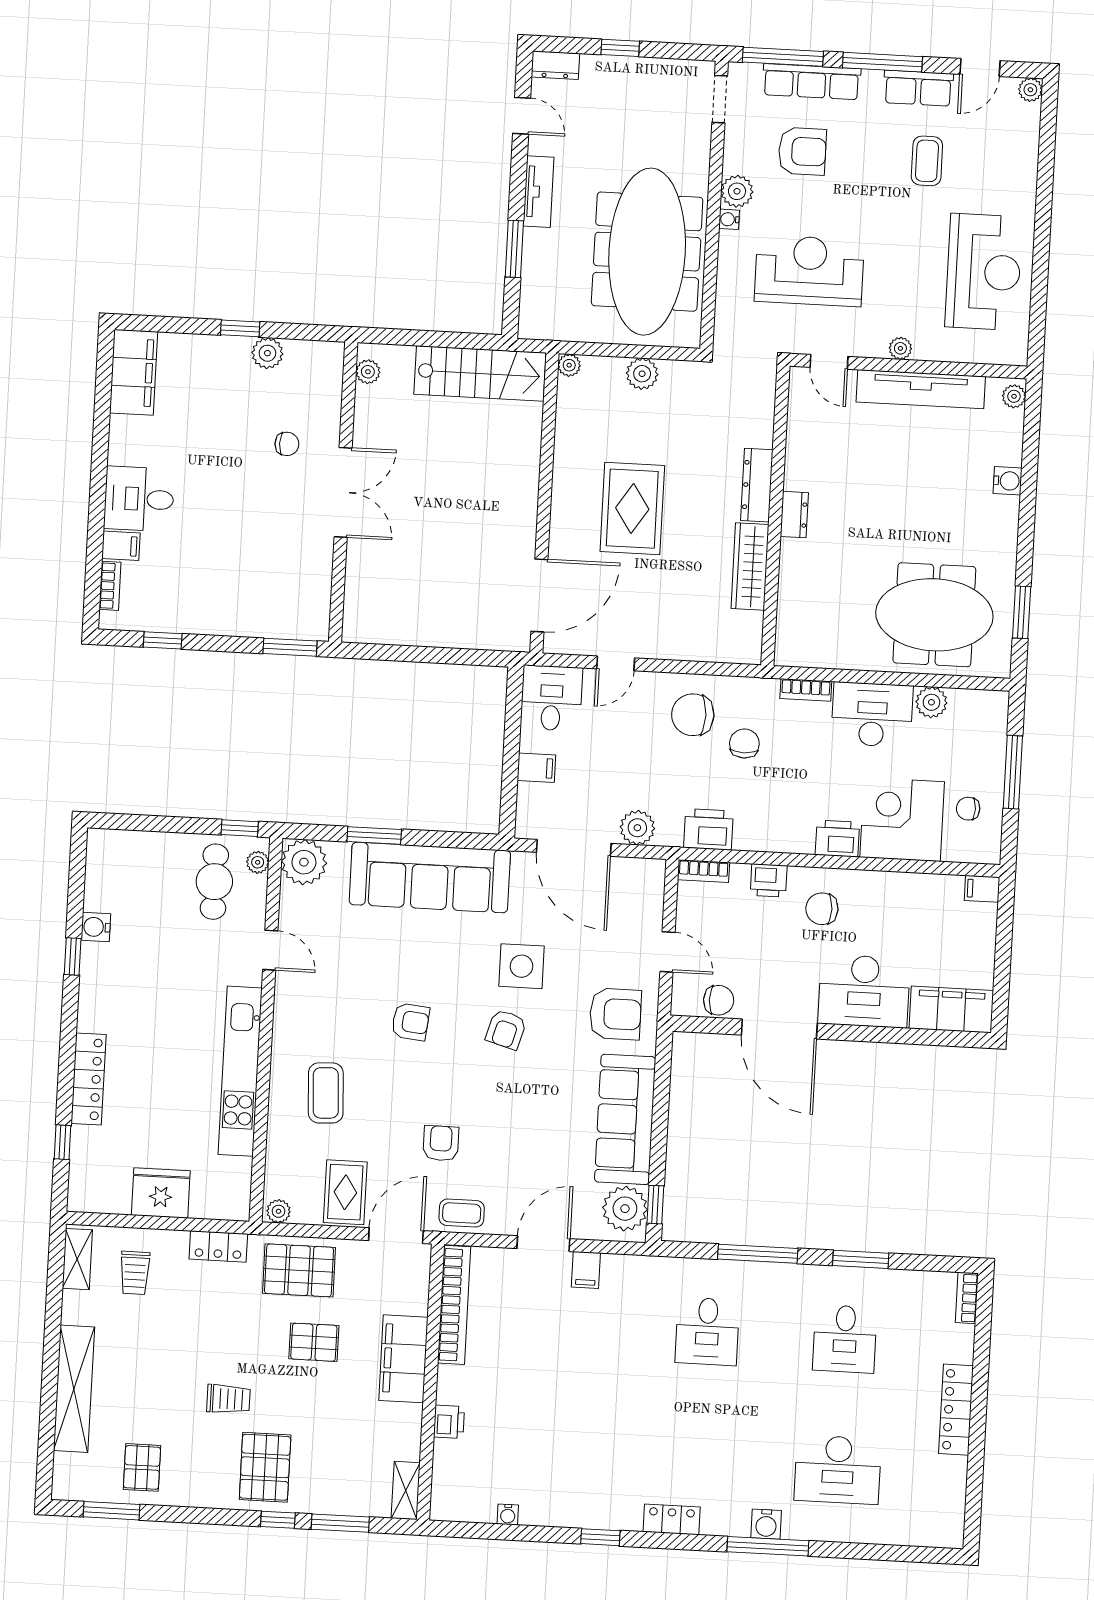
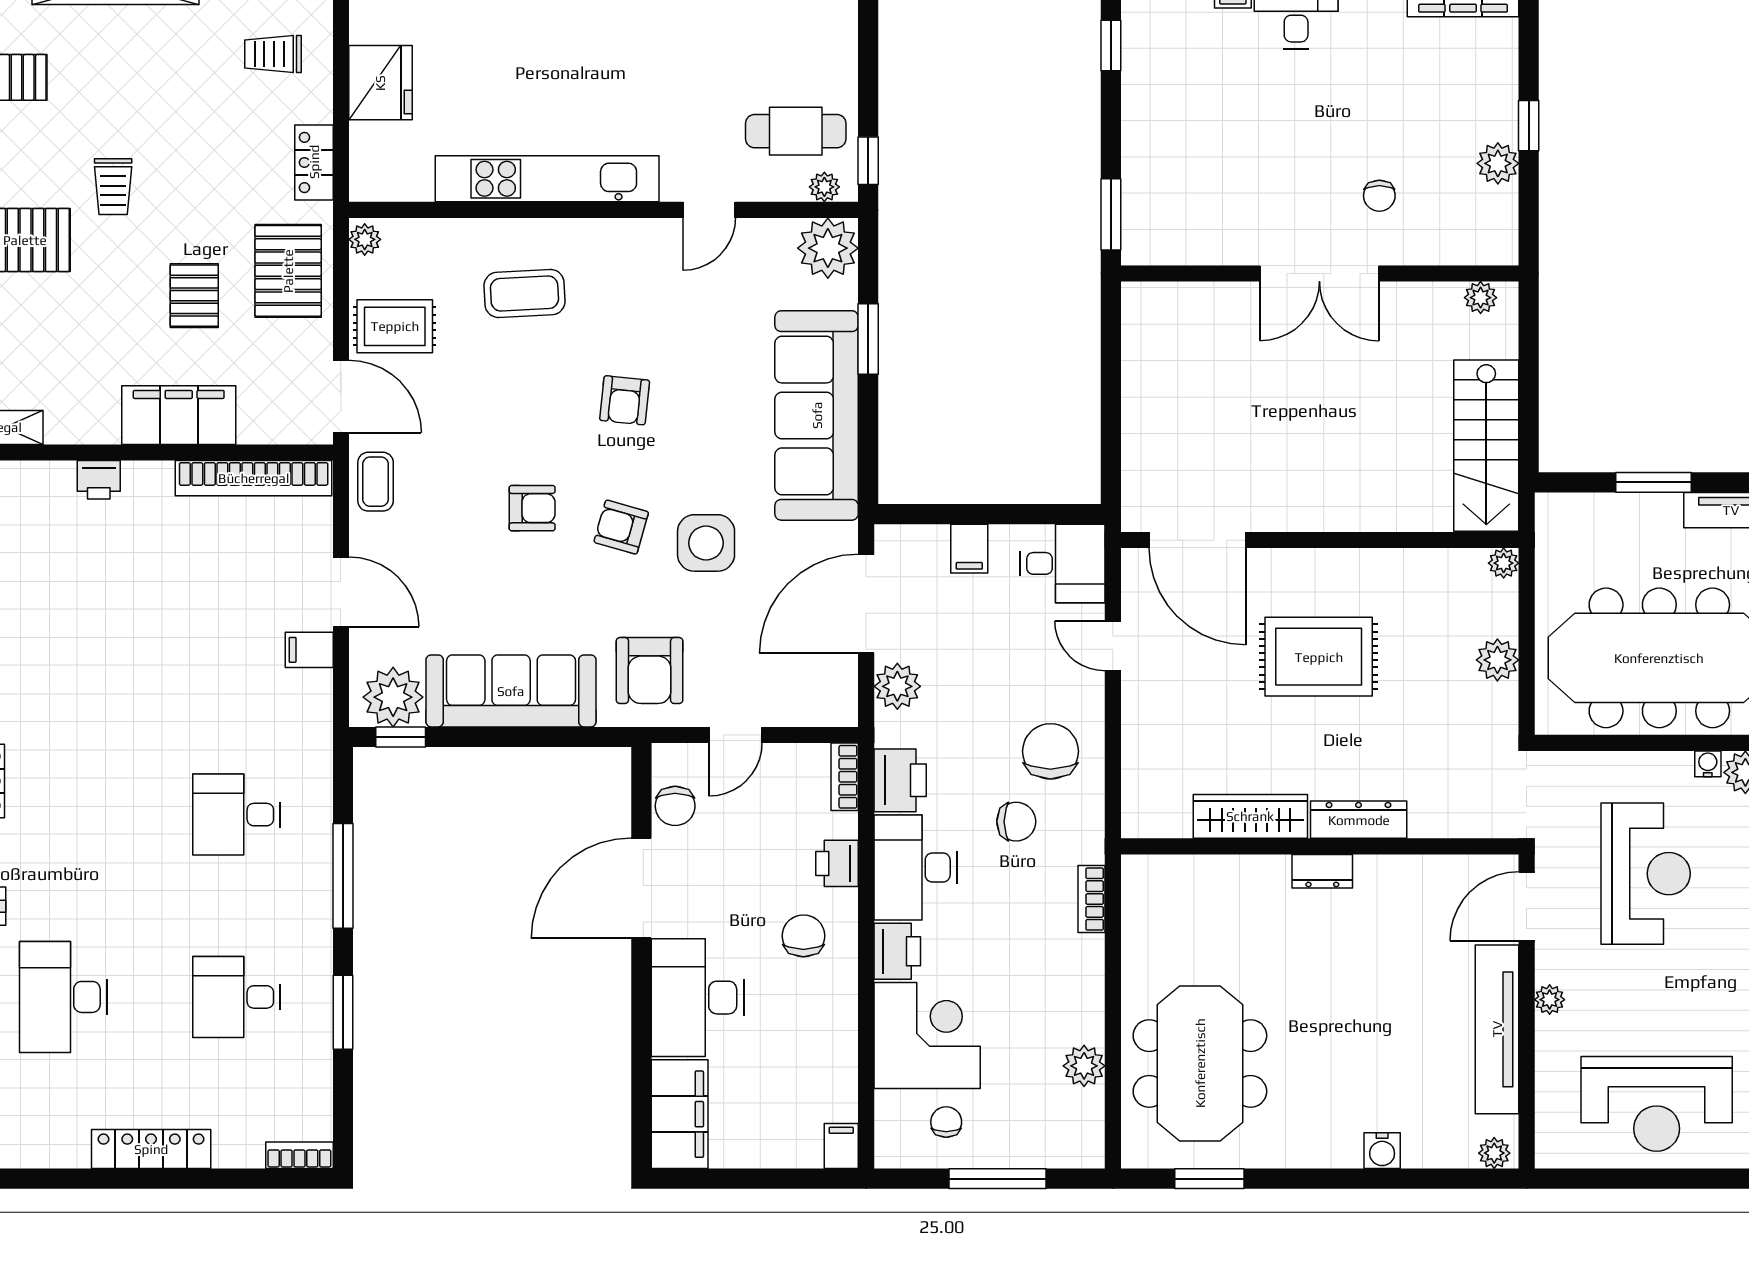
door: (829, 362) -> (1527, 906), width x1.38
desk: (872, 715) -> (915, 867), moved, turned 180
armchair: (441, 1143) -> (532, 508), moved

